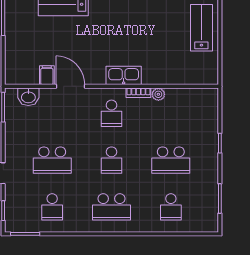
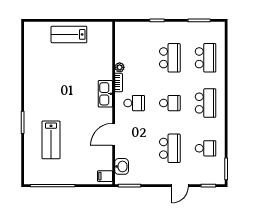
filing cabinet: (47, 75) -> (105, 176), moved
school desk: (171, 207) -> (206, 58), width x1.85

